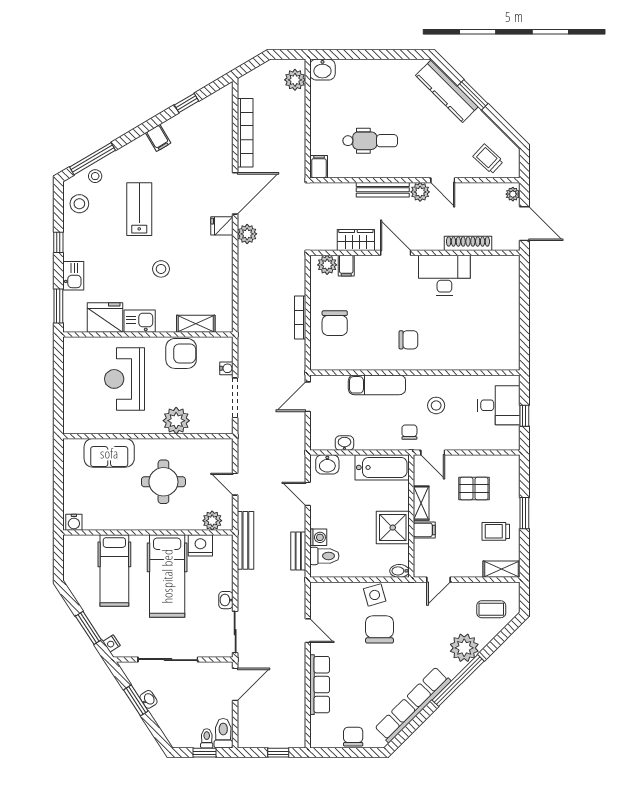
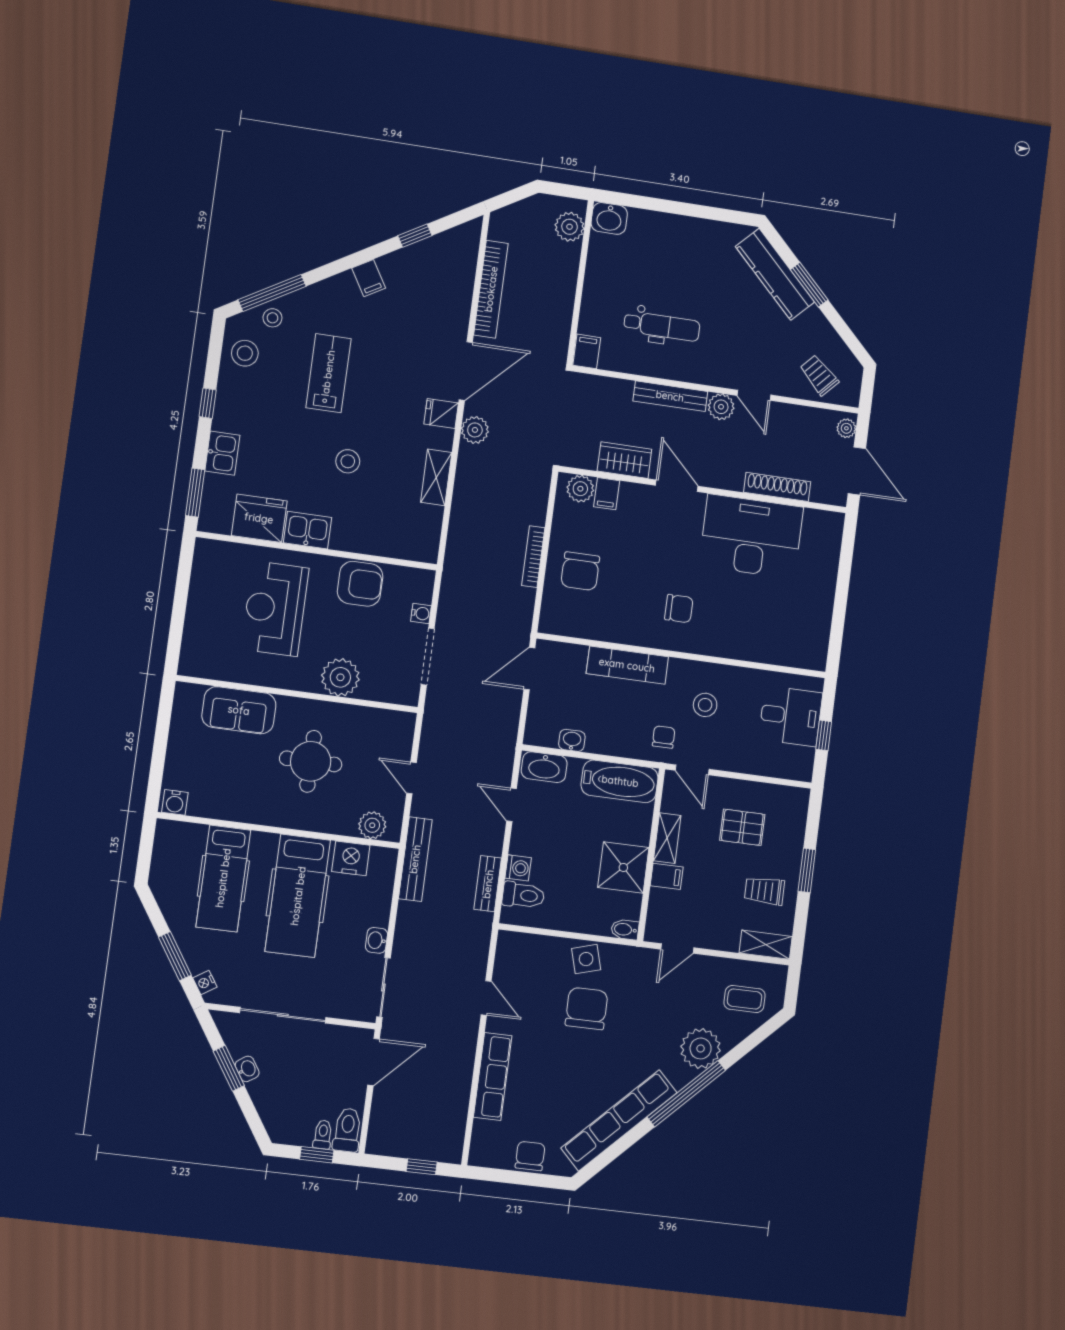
desk: (444, 275) -> (751, 536), width x1.36, depth x1.30
shelving: (196, 324) -> (436, 477), moved, turned 90
washbasin: (327, 464) -> (544, 767), width x1.38

